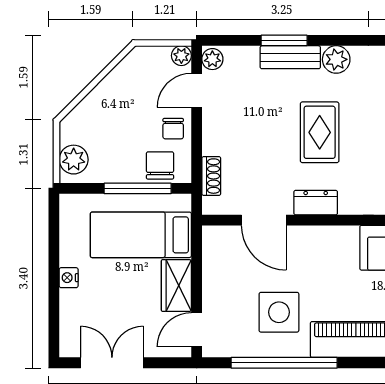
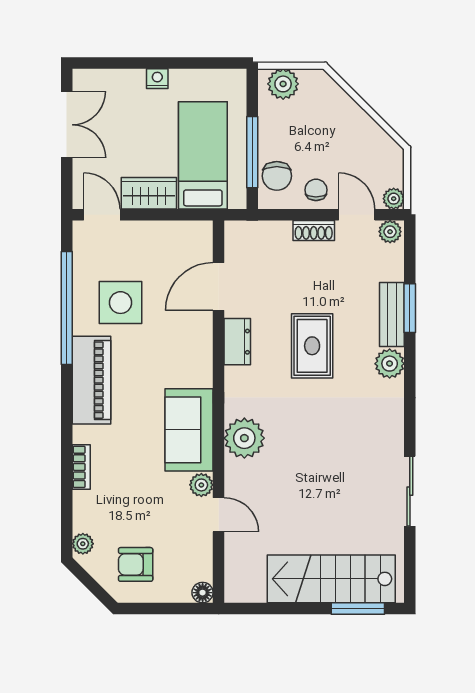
chair: (173, 129) -> (316, 190), turned 90
rug: (320, 132) -> (312, 346), turned 90
chair: (160, 165) -> (277, 176), turned 90
shoe rack: (211, 176) -> (314, 230), moved

